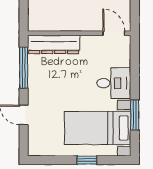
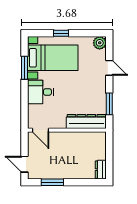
window: (24, 68) -> (109, 104), width x0.69
plant: (36, 148) -> (100, 43), added

